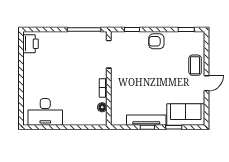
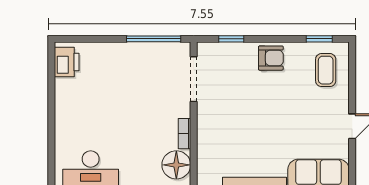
armchair: (156, 41) -> (271, 58), turned 180
coffee table: (195, 65) -> (326, 70), moved
floor lamp: (102, 107) -> (176, 165), width x1.89, depth x1.89

